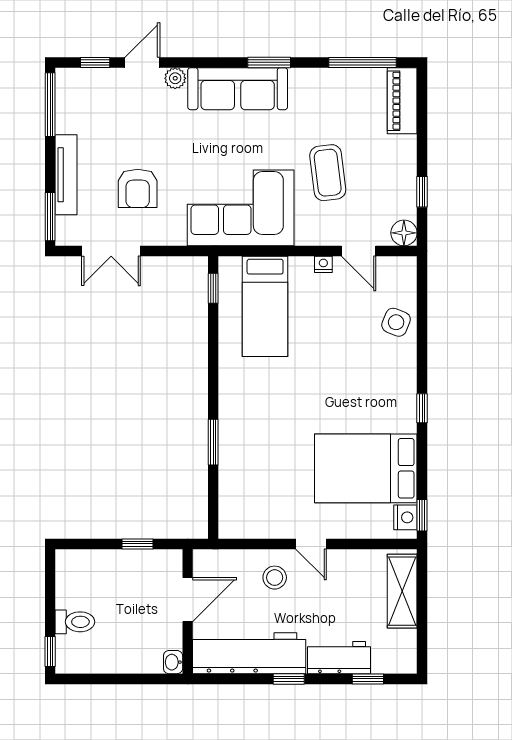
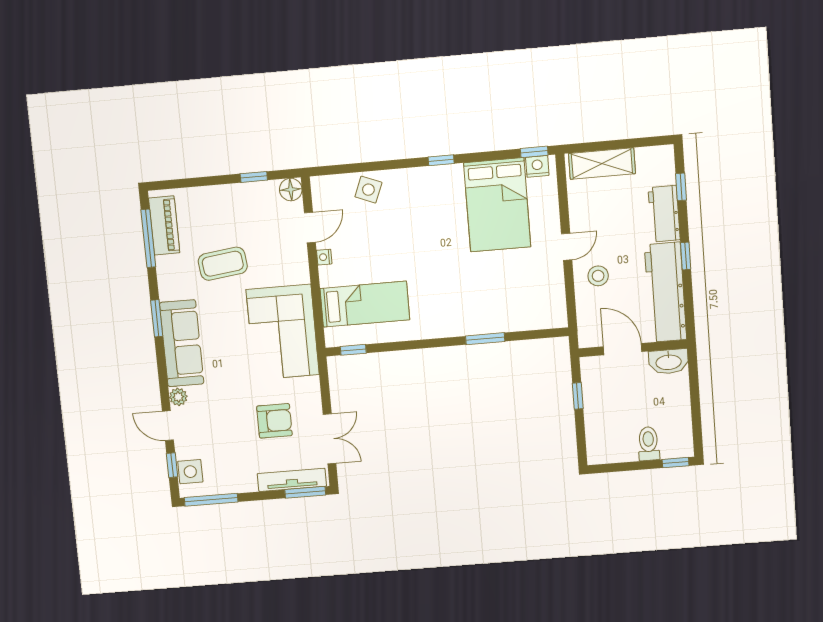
side table: (86, 83) -> (190, 472), added
piano: (402, 101) -> (164, 225), moved, turned -90
coffee table: (328, 173) -> (223, 264), moved
tv unit: (66, 175) -> (292, 480), moved
washbasin: (173, 662) -> (669, 362), width x1.91, depth x1.45

